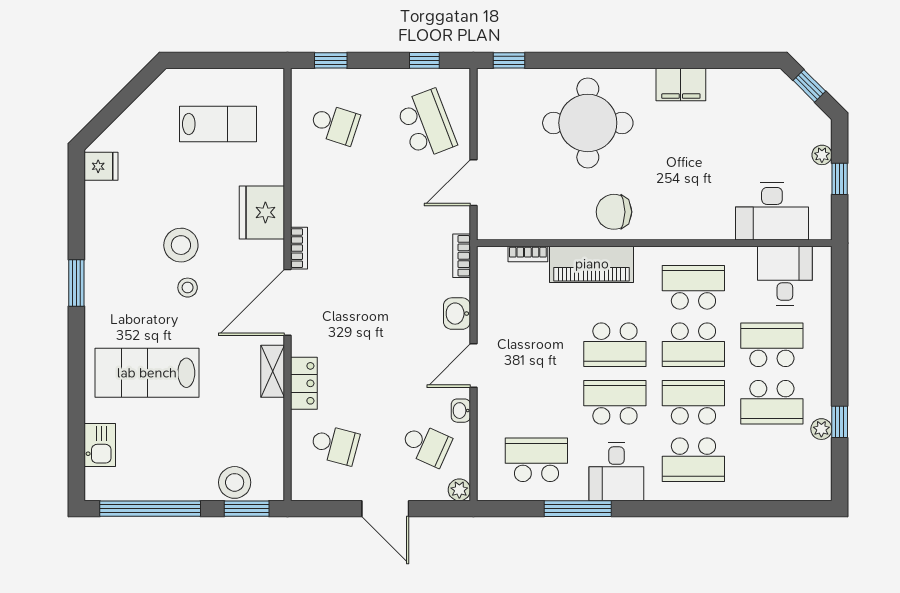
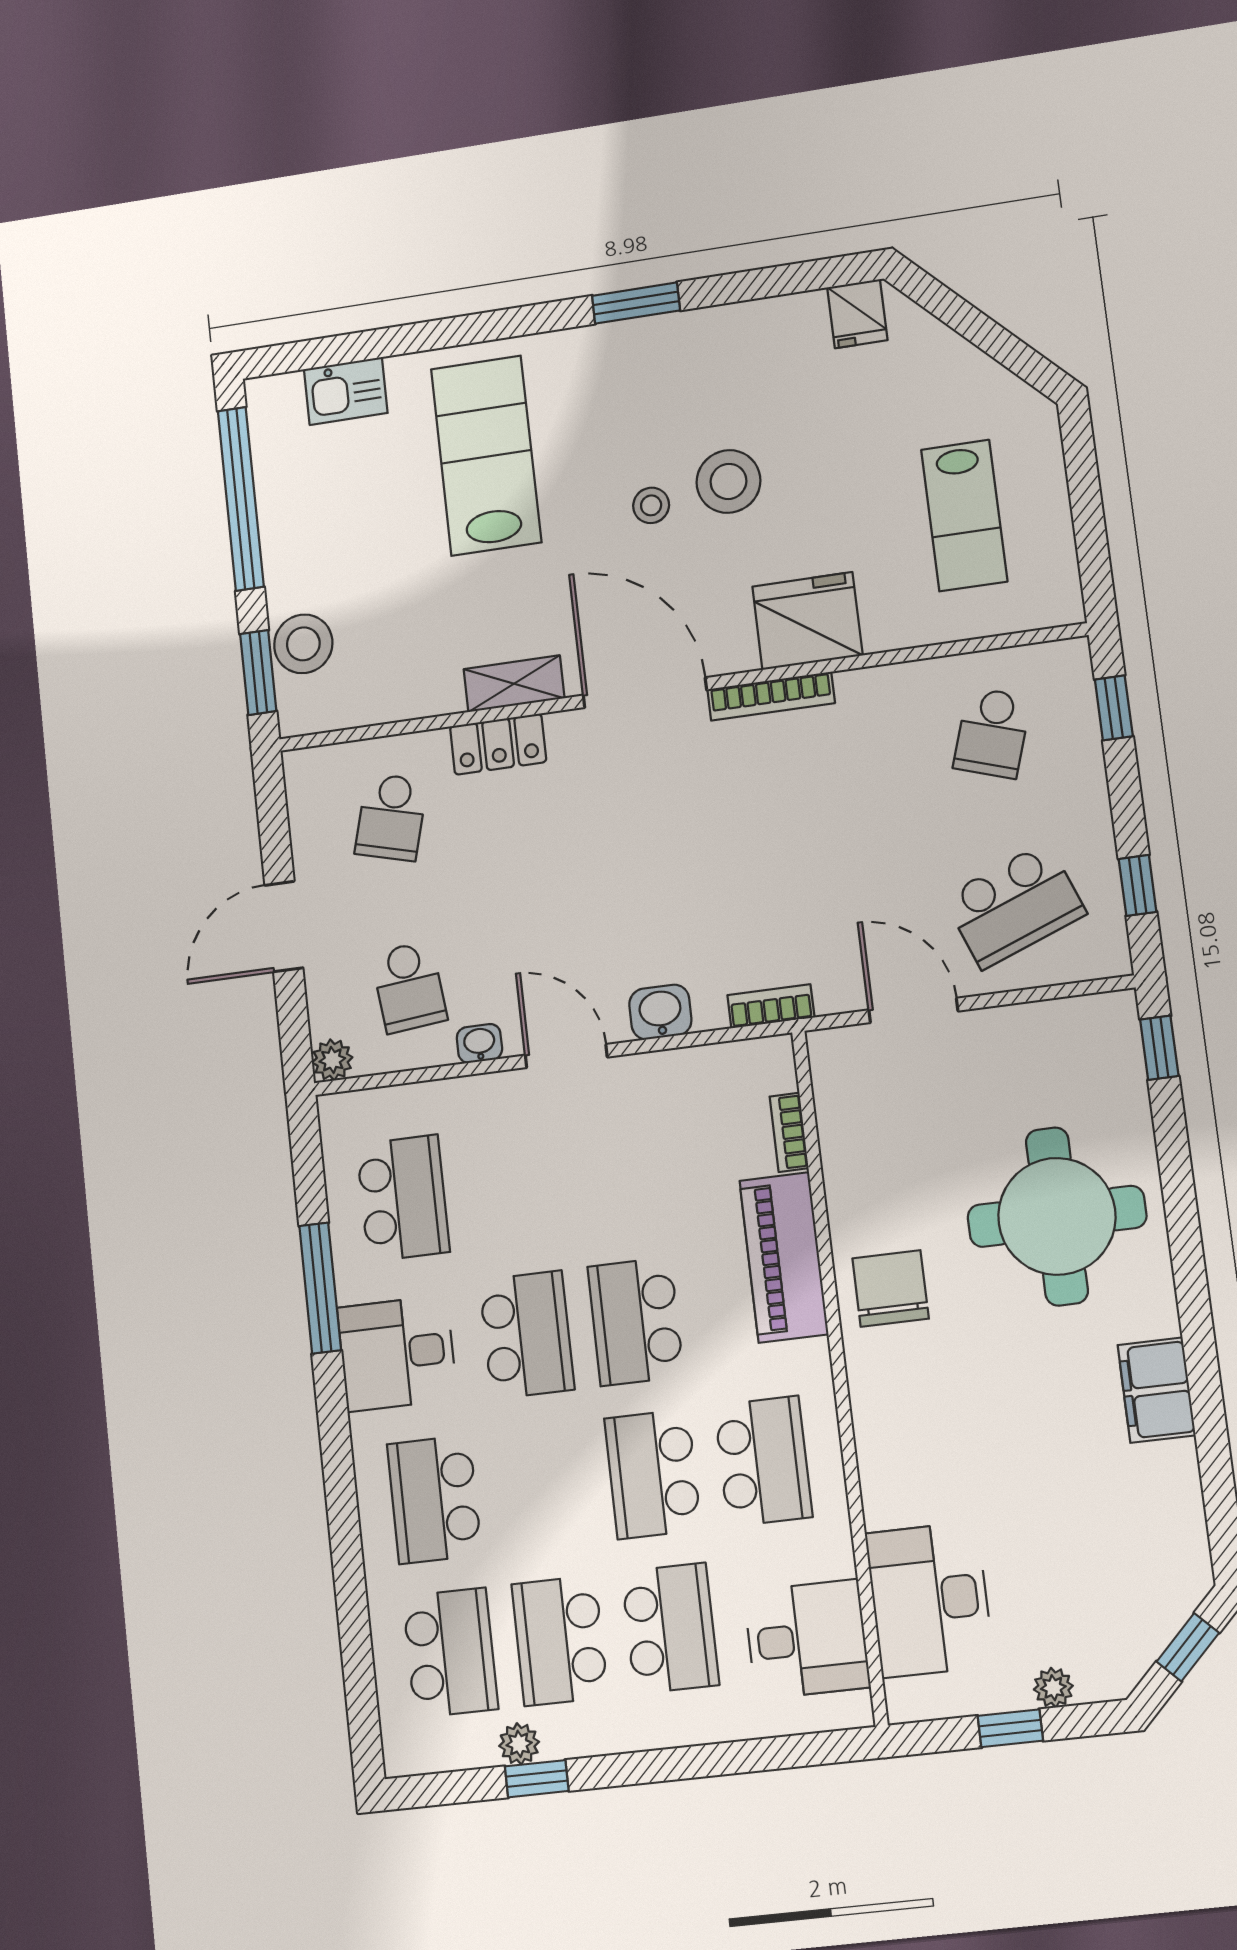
bookcase: (299, 248) -> (771, 696), width x1.56
school desk: (693, 402) -> (450, 1653), moved
school desk: (426, 445) -> (409, 987), turned -30

